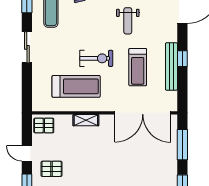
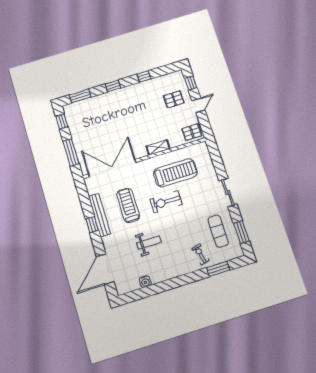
weight bench: (128, 21) -> (149, 243), turned 90
treadmill: (76, 86) -> (175, 173), turned 180
door: (27, 153) -> (198, 105), hinge flipped

